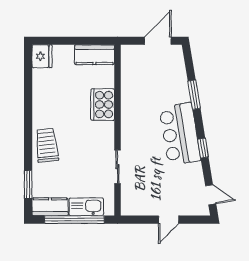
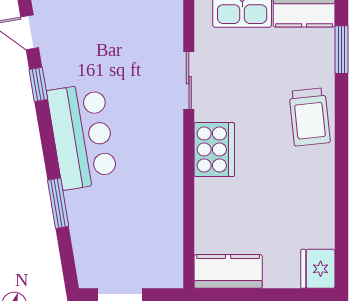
cooker: (103, 105) -> (214, 149), moved
window: (203, 148) -> (38, 84), moved

